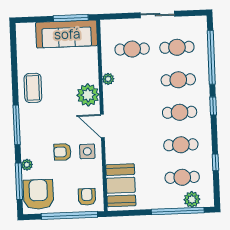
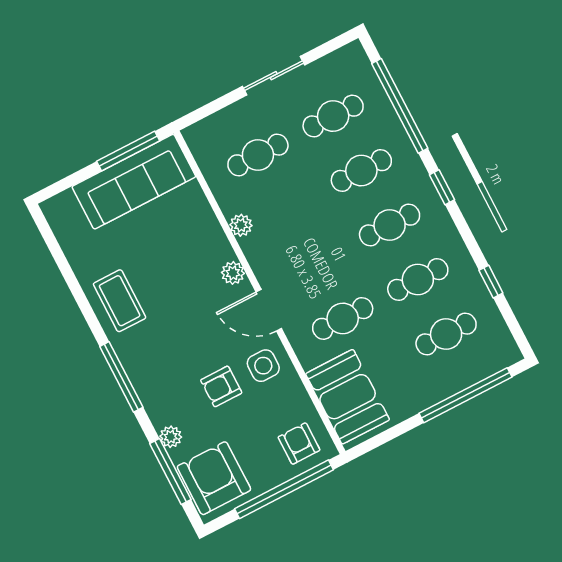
plant: (88, 95) -> (233, 273), width x0.53, depth x0.53
cafe table: (136, 147) -> (343, 318), added
plant: (192, 199) -> (480, 364), removed

